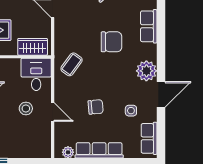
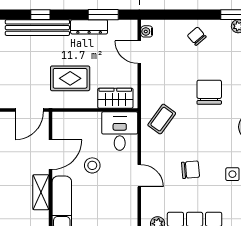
chair: (111, 42) -> (209, 92), turned -90
stool: (26, 108) -> (92, 165), moved

